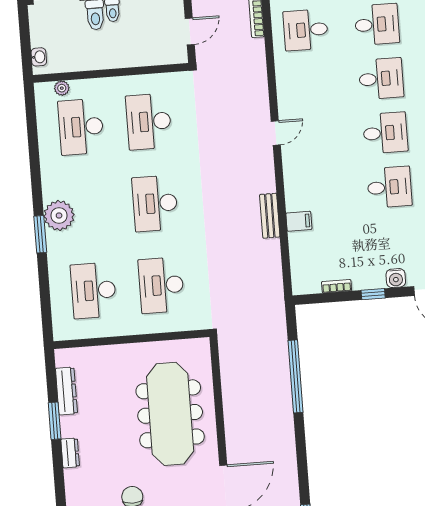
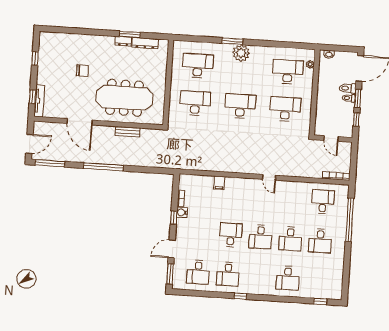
desk: (389, 187) -> (231, 235), turned 180
bench: (270, 216) -> (128, 132), moved
water cooler: (396, 278) -> (182, 212), moved
window: (295, 376) -> (103, 167), moved
dresser: (70, 453) -> (123, 41), moved

